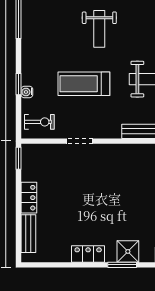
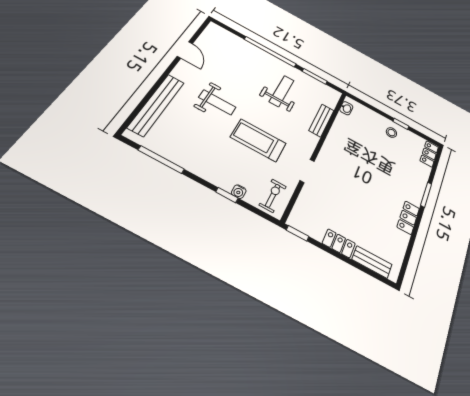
treadmill: (84, 84) -> (258, 140), turned 90
shower: (128, 251) -> (417, 184), removed

